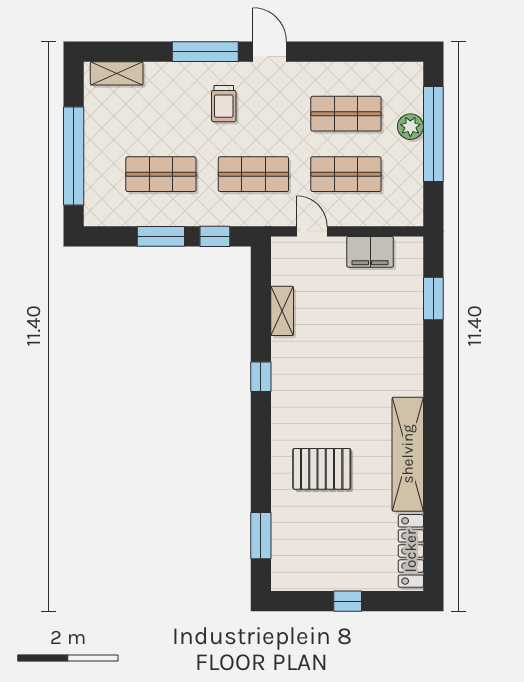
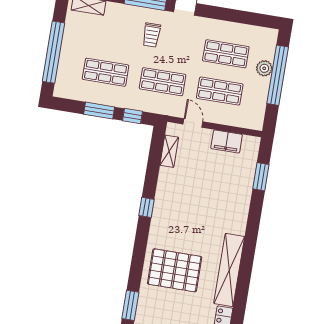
shelving: (282, 311) -> (169, 151), moved
pallet: (322, 469) -> (175, 270), width x1.37, depth x1.41

